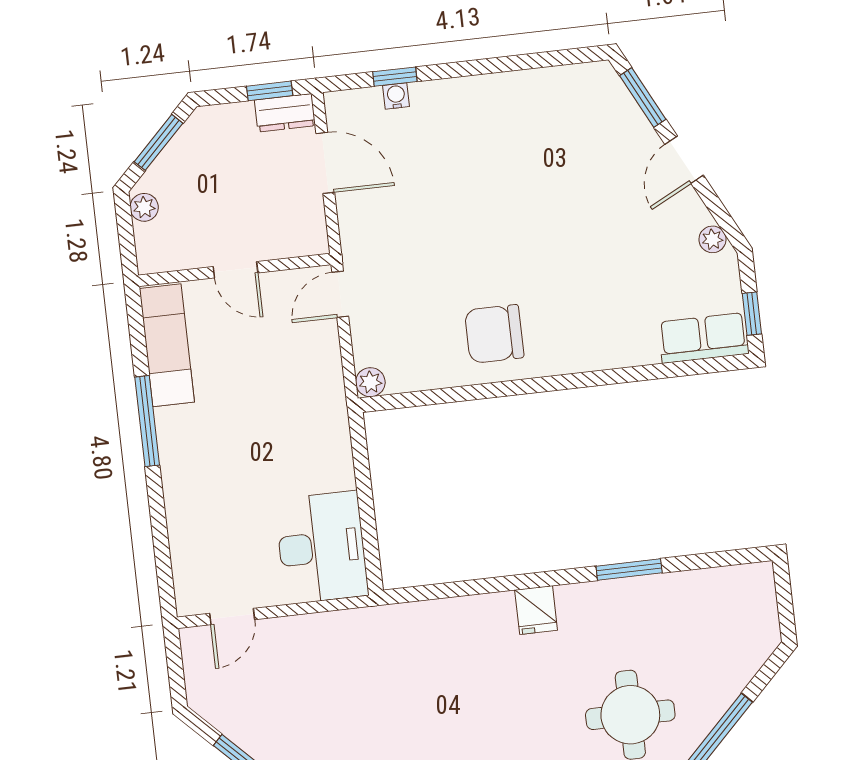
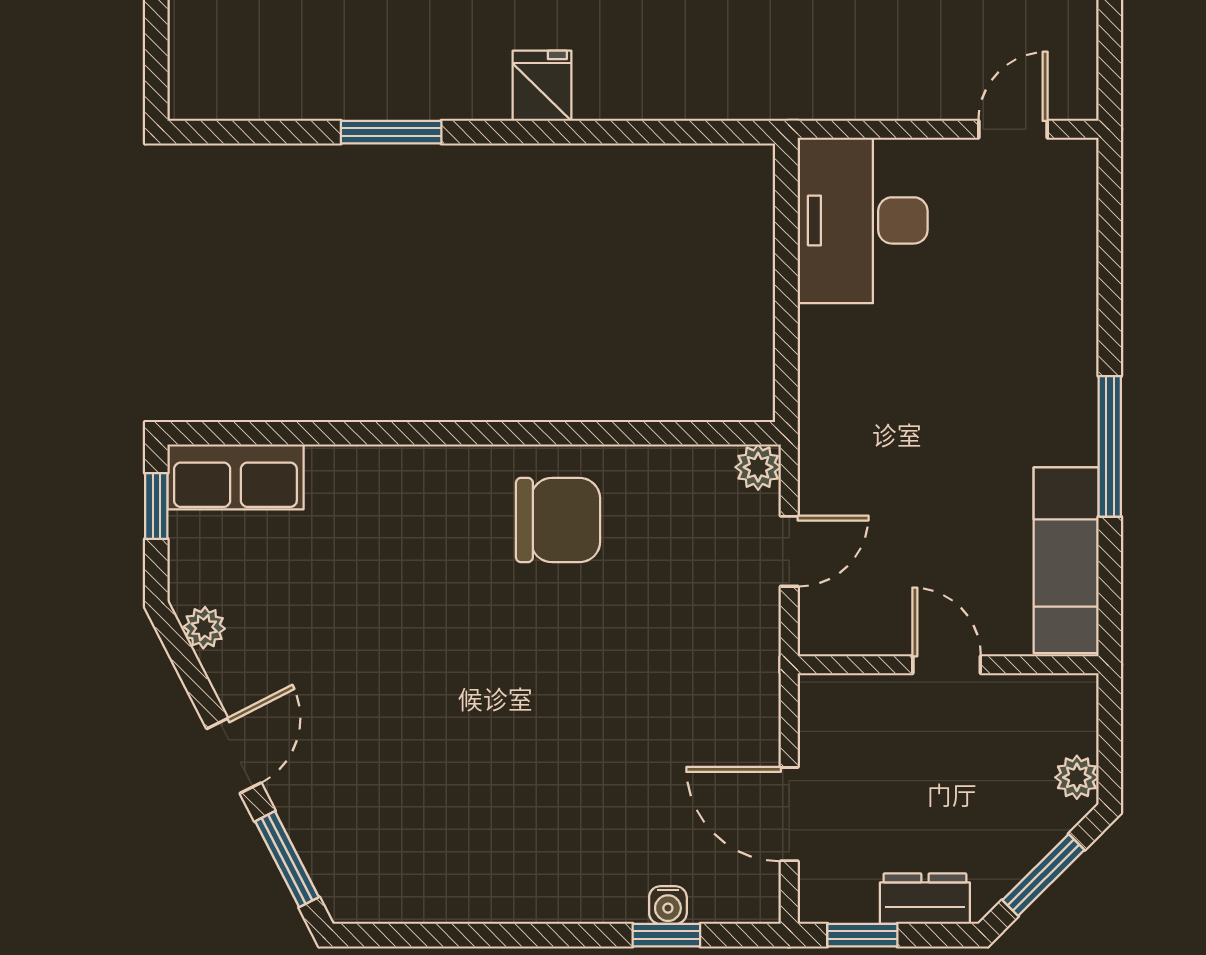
dresser: (285, 113) -> (925, 899), moved
door: (340, 294) -> (789, 551), moved

